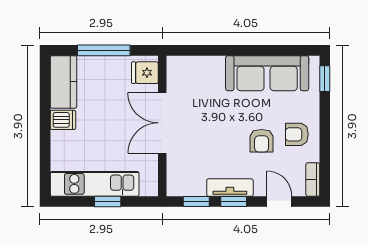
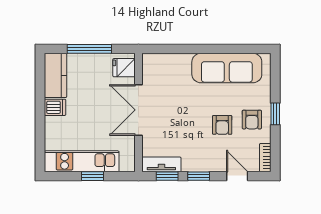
window: (325, 79) -> (275, 114), moved
armchair: (297, 134) -> (252, 120), turned -90
tv unit: (230, 188) -> (161, 164), moved

